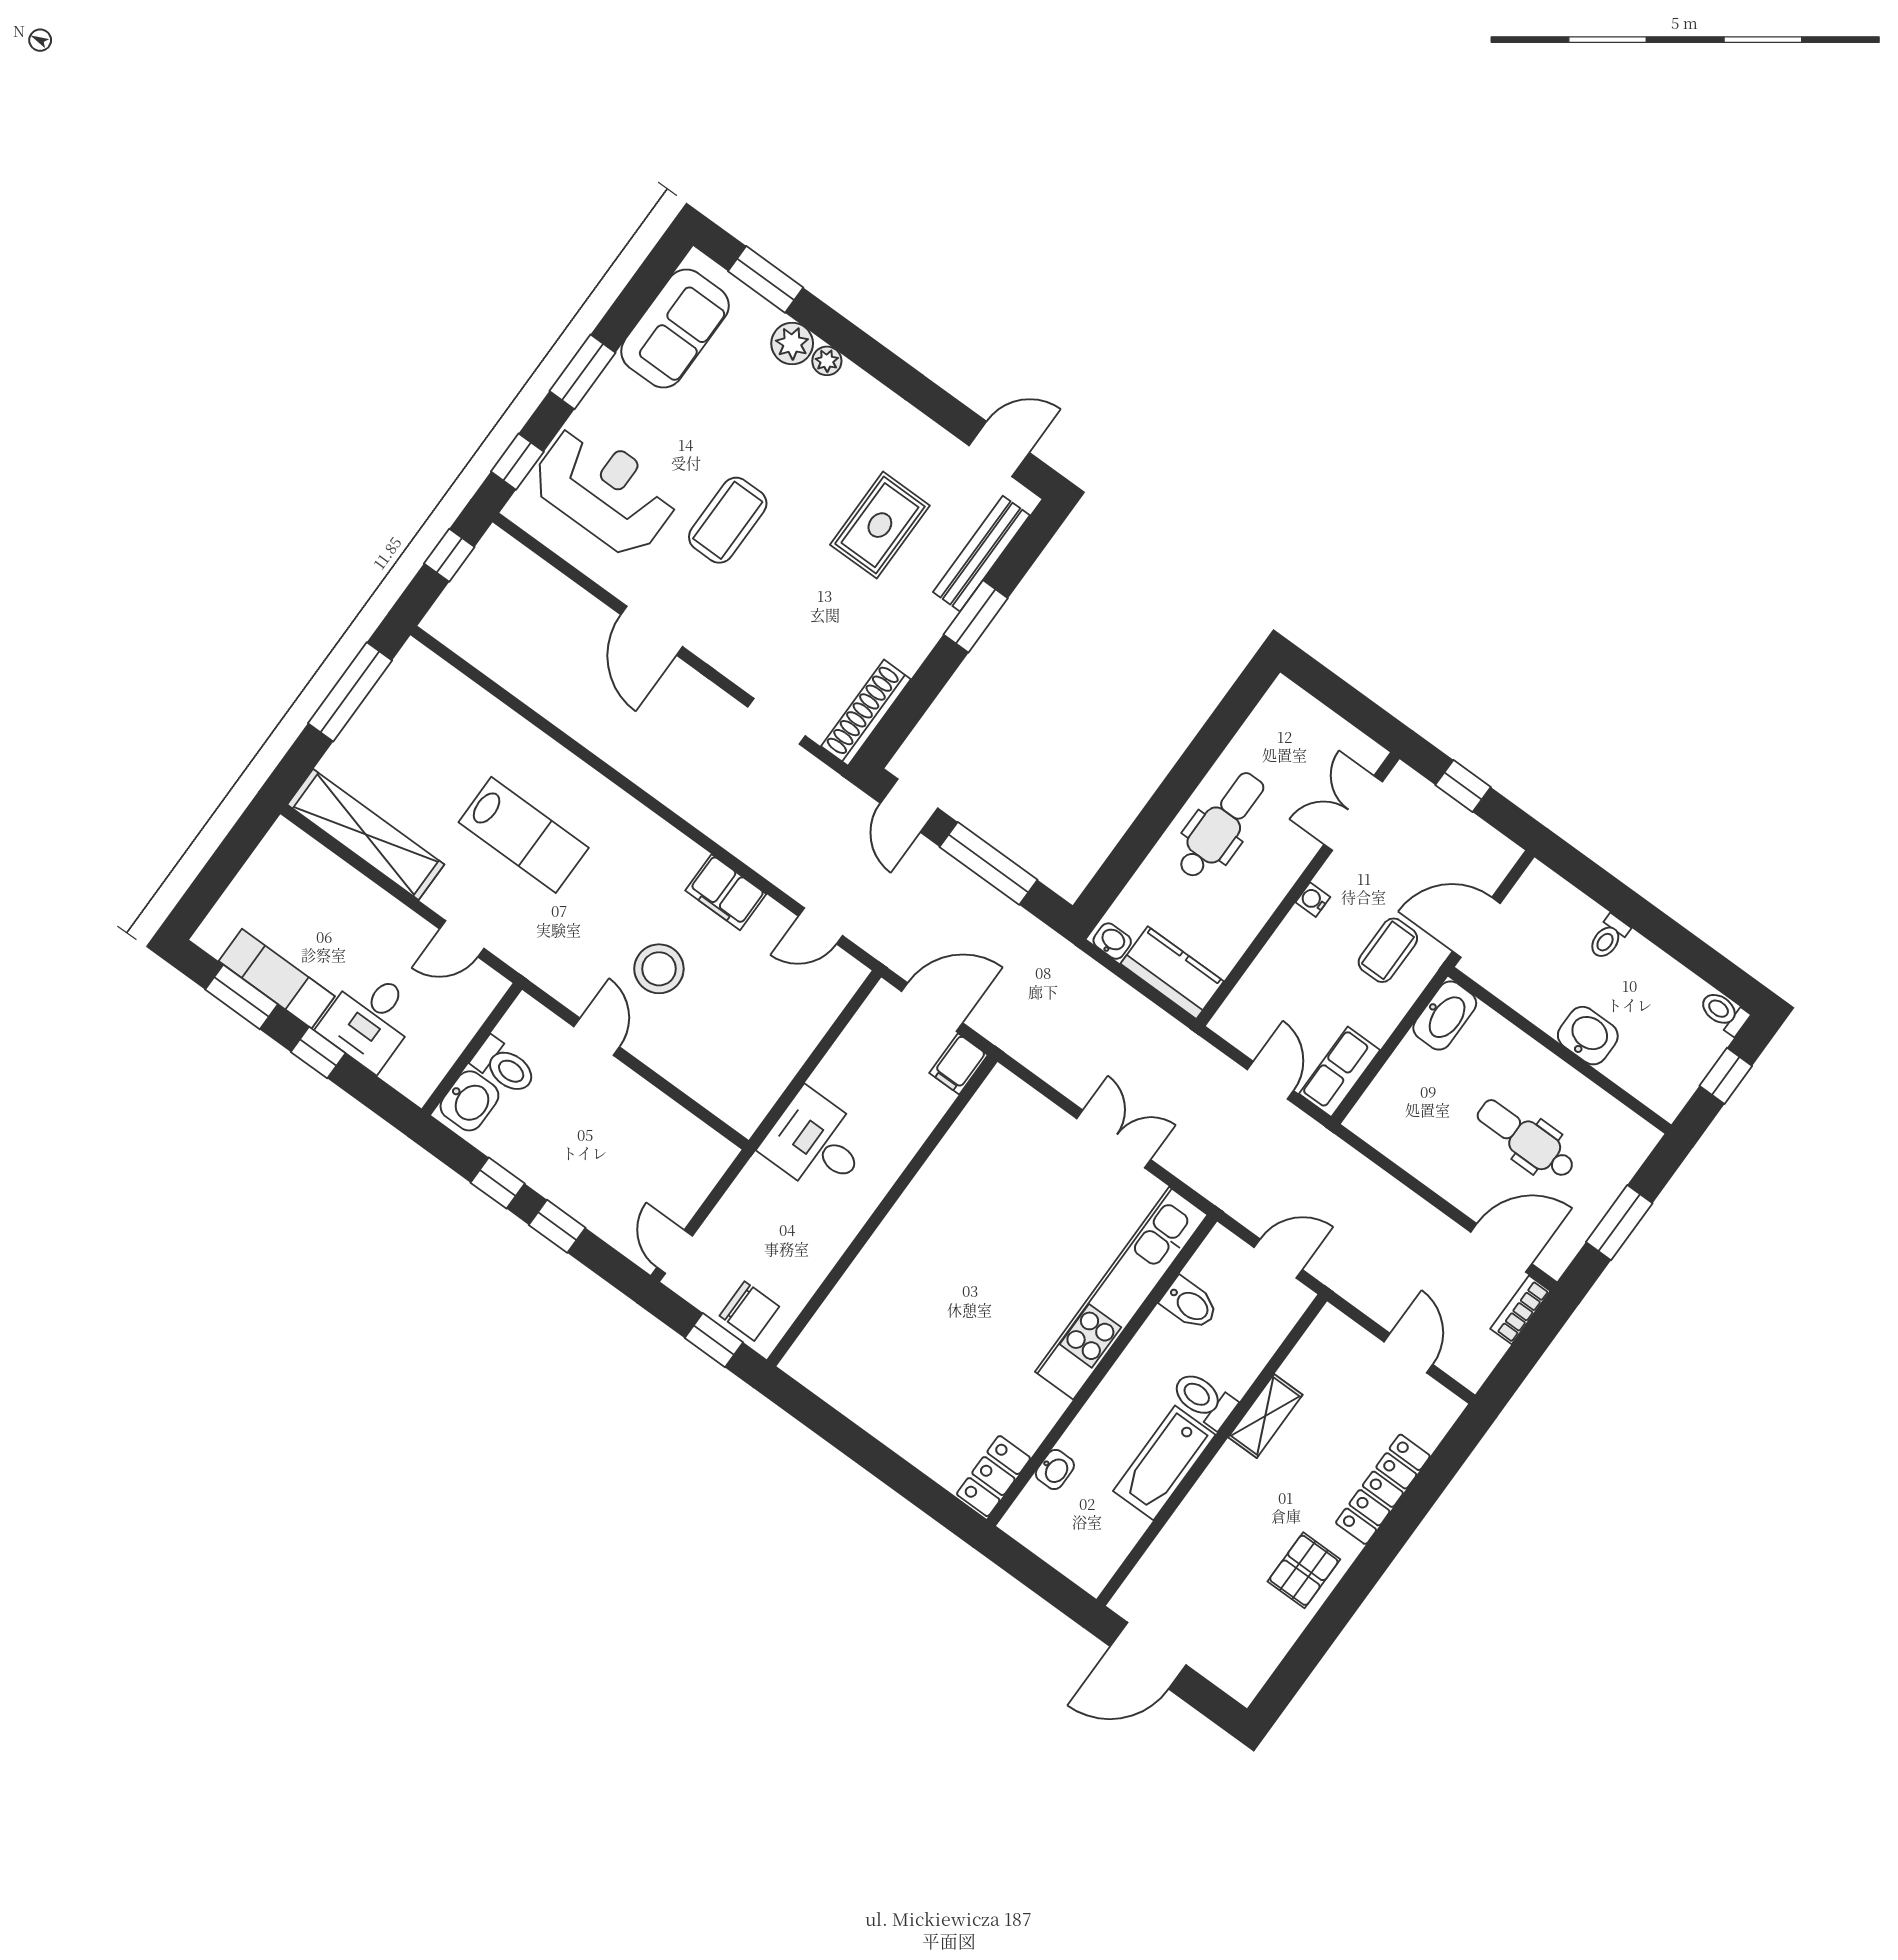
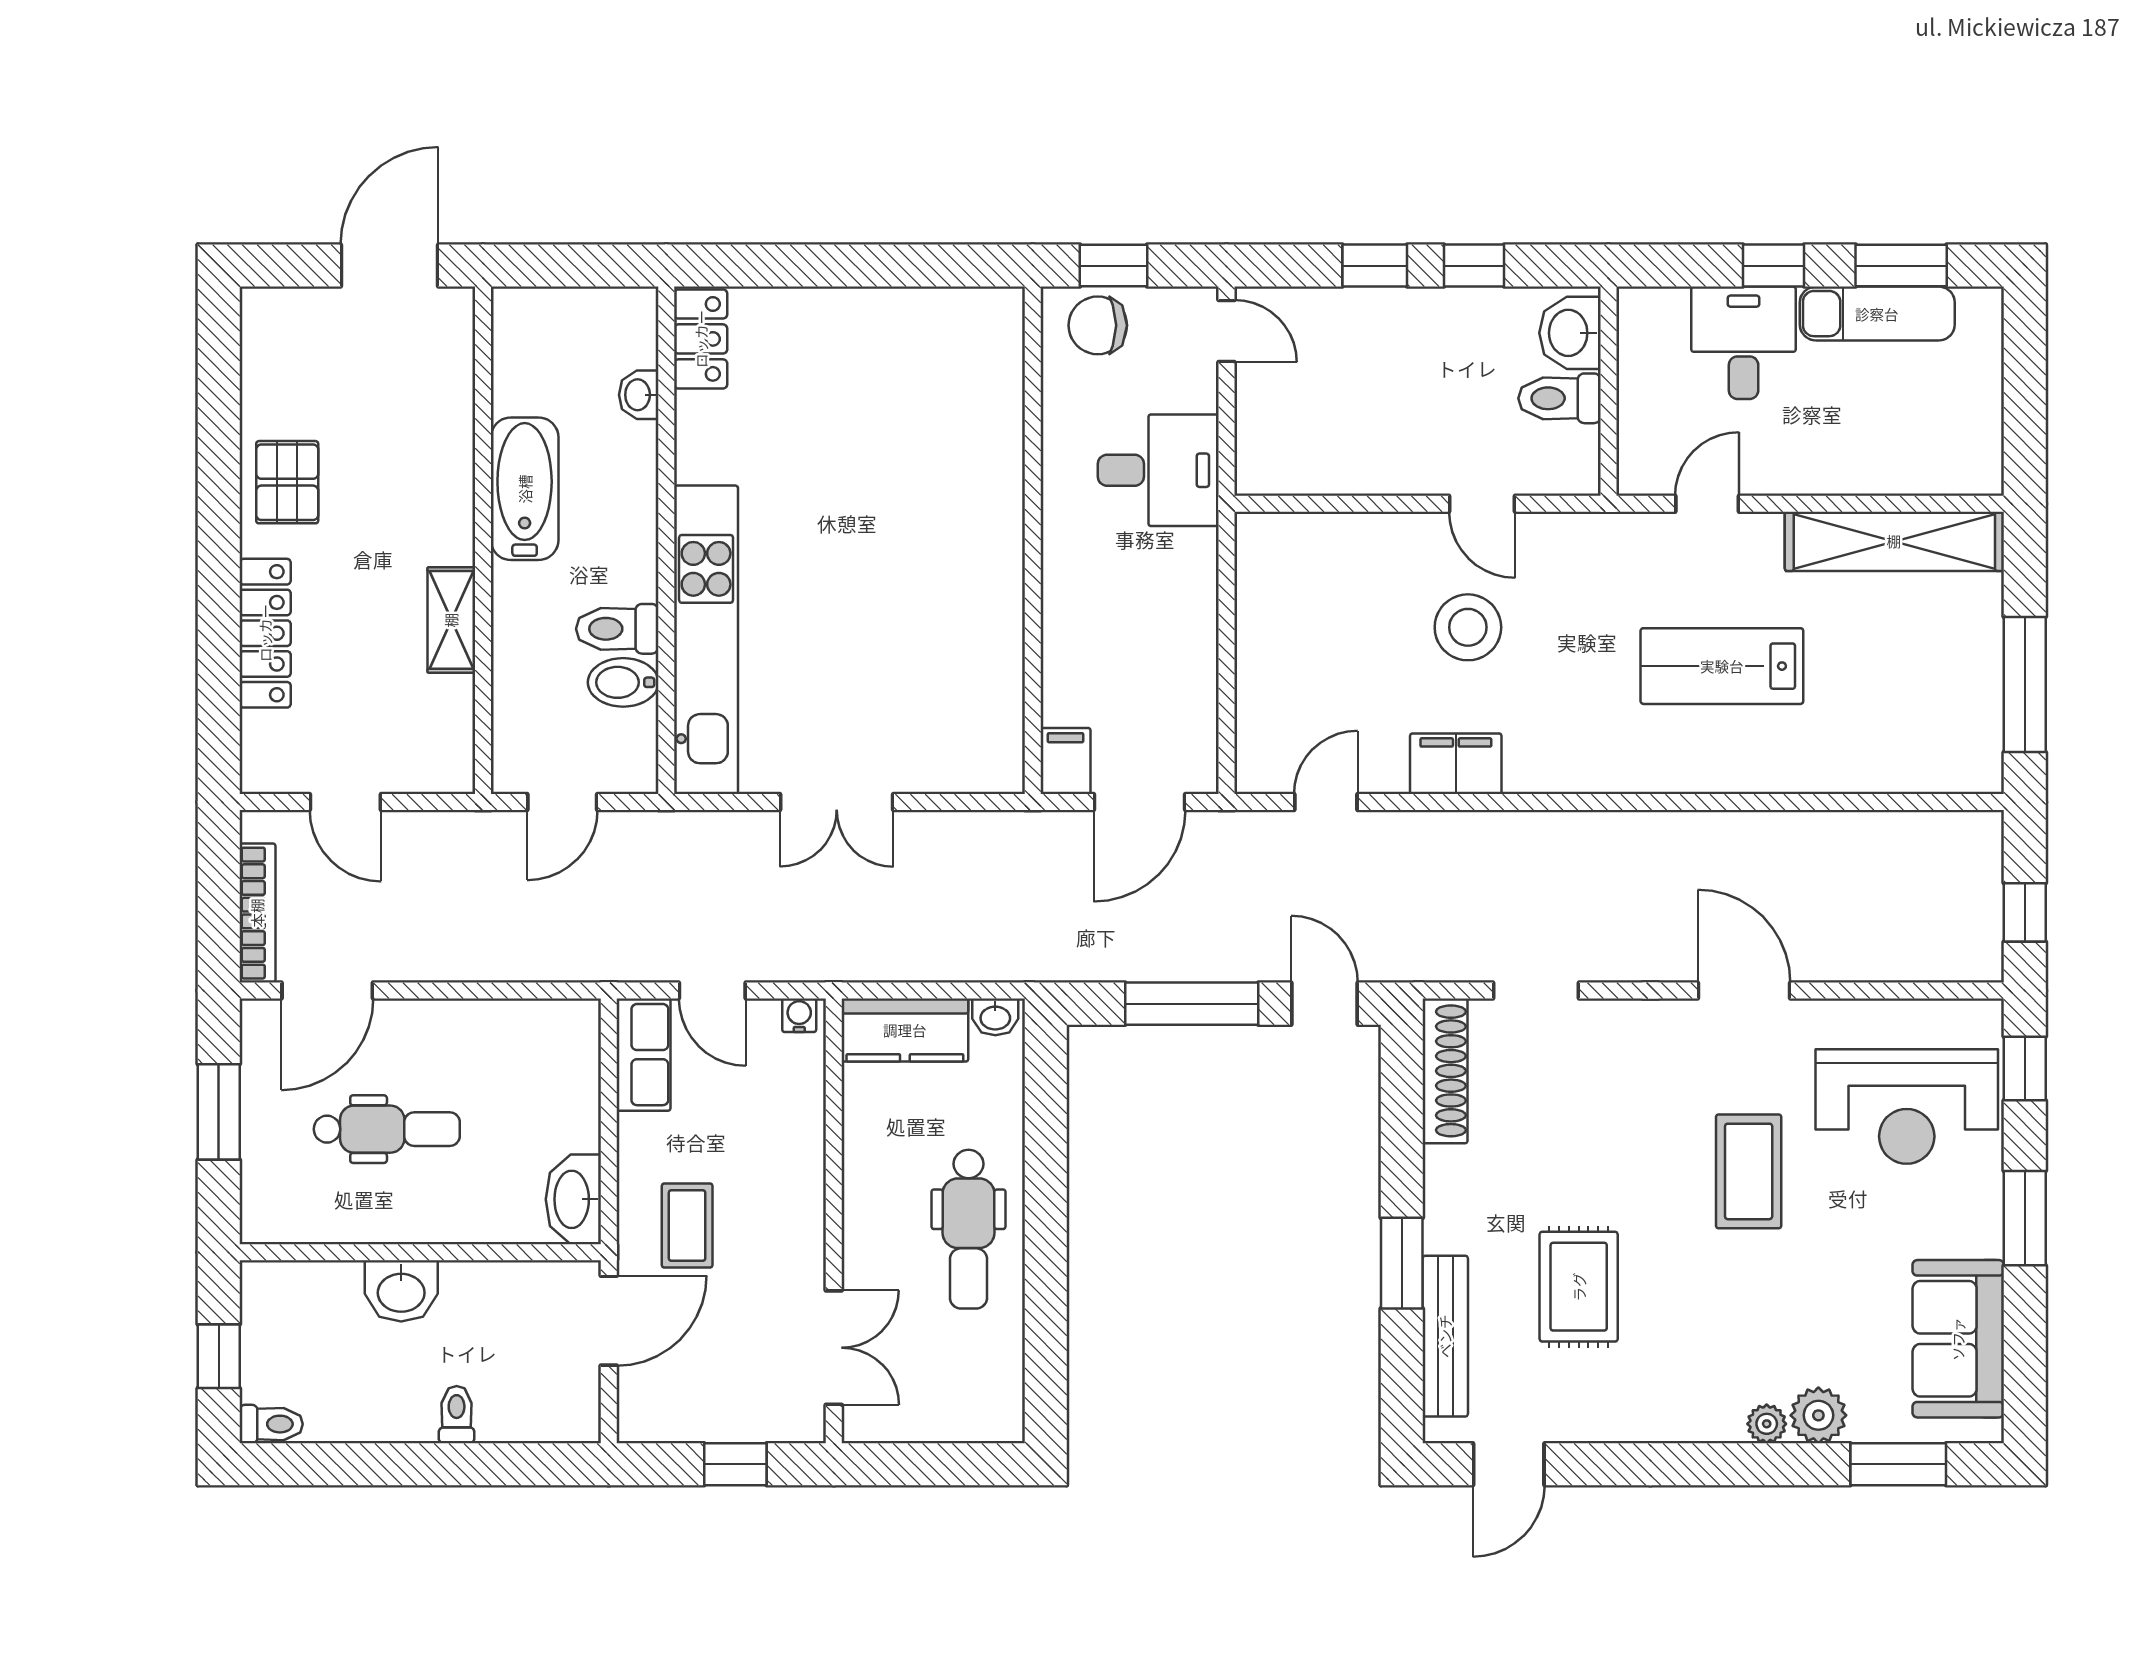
water cooler: (1313, 900) -> (799, 1015), moved, turned -90
desk: (816, 1143) -> (1158, 470), moved
bookcase: (1520, 1310) -> (257, 913), width x1.56
toilet: (1204, 1399) -> (617, 629), moved, turned 180

